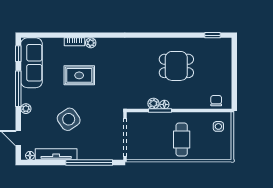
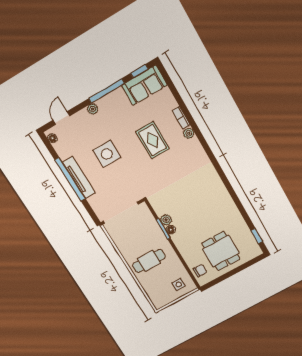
sofa: (32, 63) -> (144, 85), width x0.73
dining table: (176, 66) -> (221, 251), moved
side table: (69, 119) -> (107, 154), turned 35
tv unit: (56, 154) -> (79, 178), moved
window: (89, 162) -> (70, 179), moved

